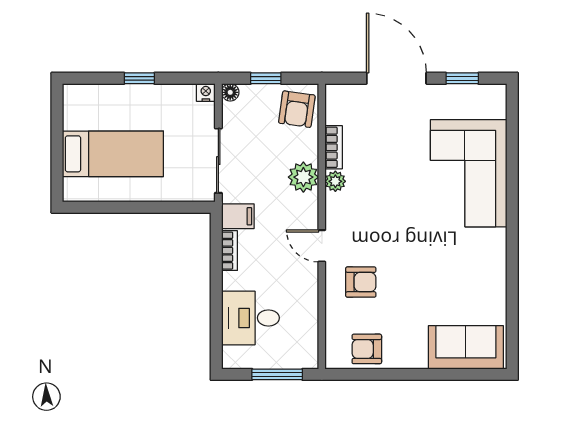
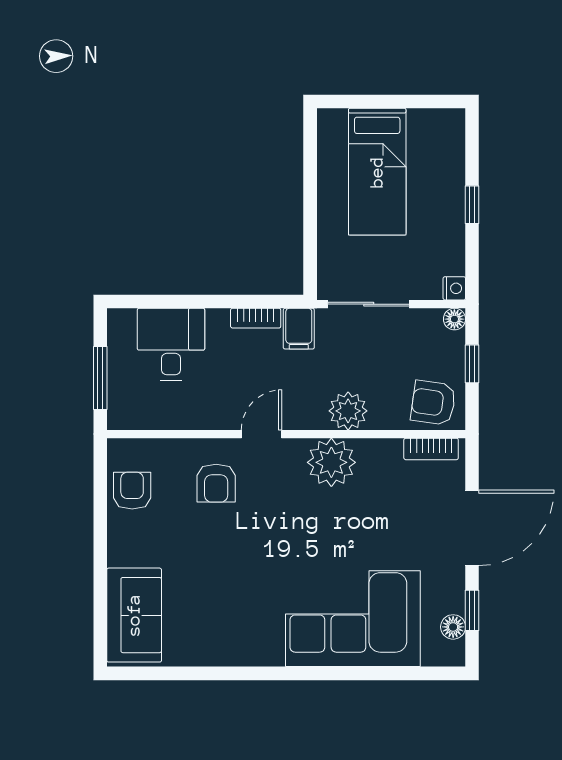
floor lamp: (475, 93) -> (453, 627), added
bookcase: (334, 147) -> (431, 449), moved
plant: (335, 181) -> (331, 462), width x1.87, depth x1.87

